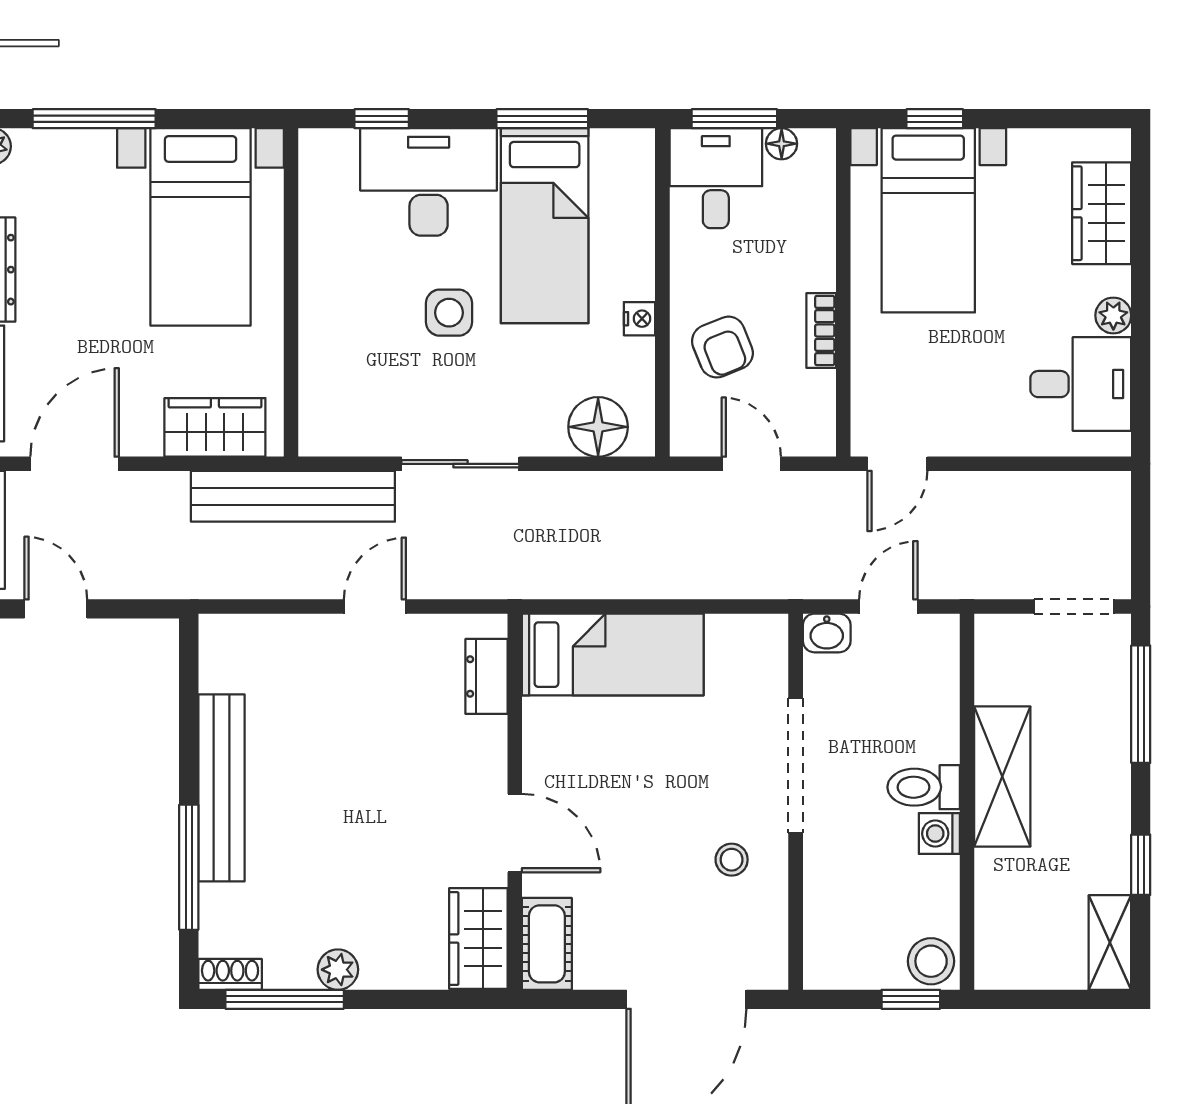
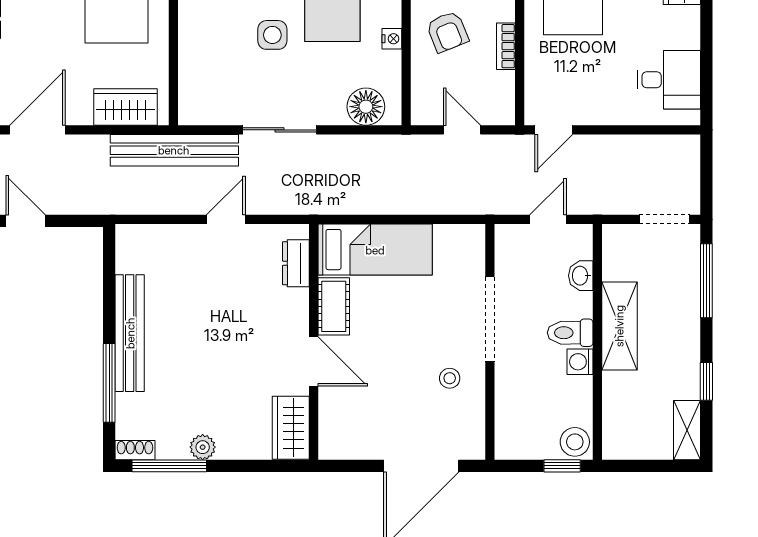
plant: (1113, 315) -> (689, 37), removed
armchair: (722, 347) -> (447, 32), moved
washbasin: (827, 633) -> (581, 276), moved, turned 90
cot: (547, 944) -> (334, 306), moved

